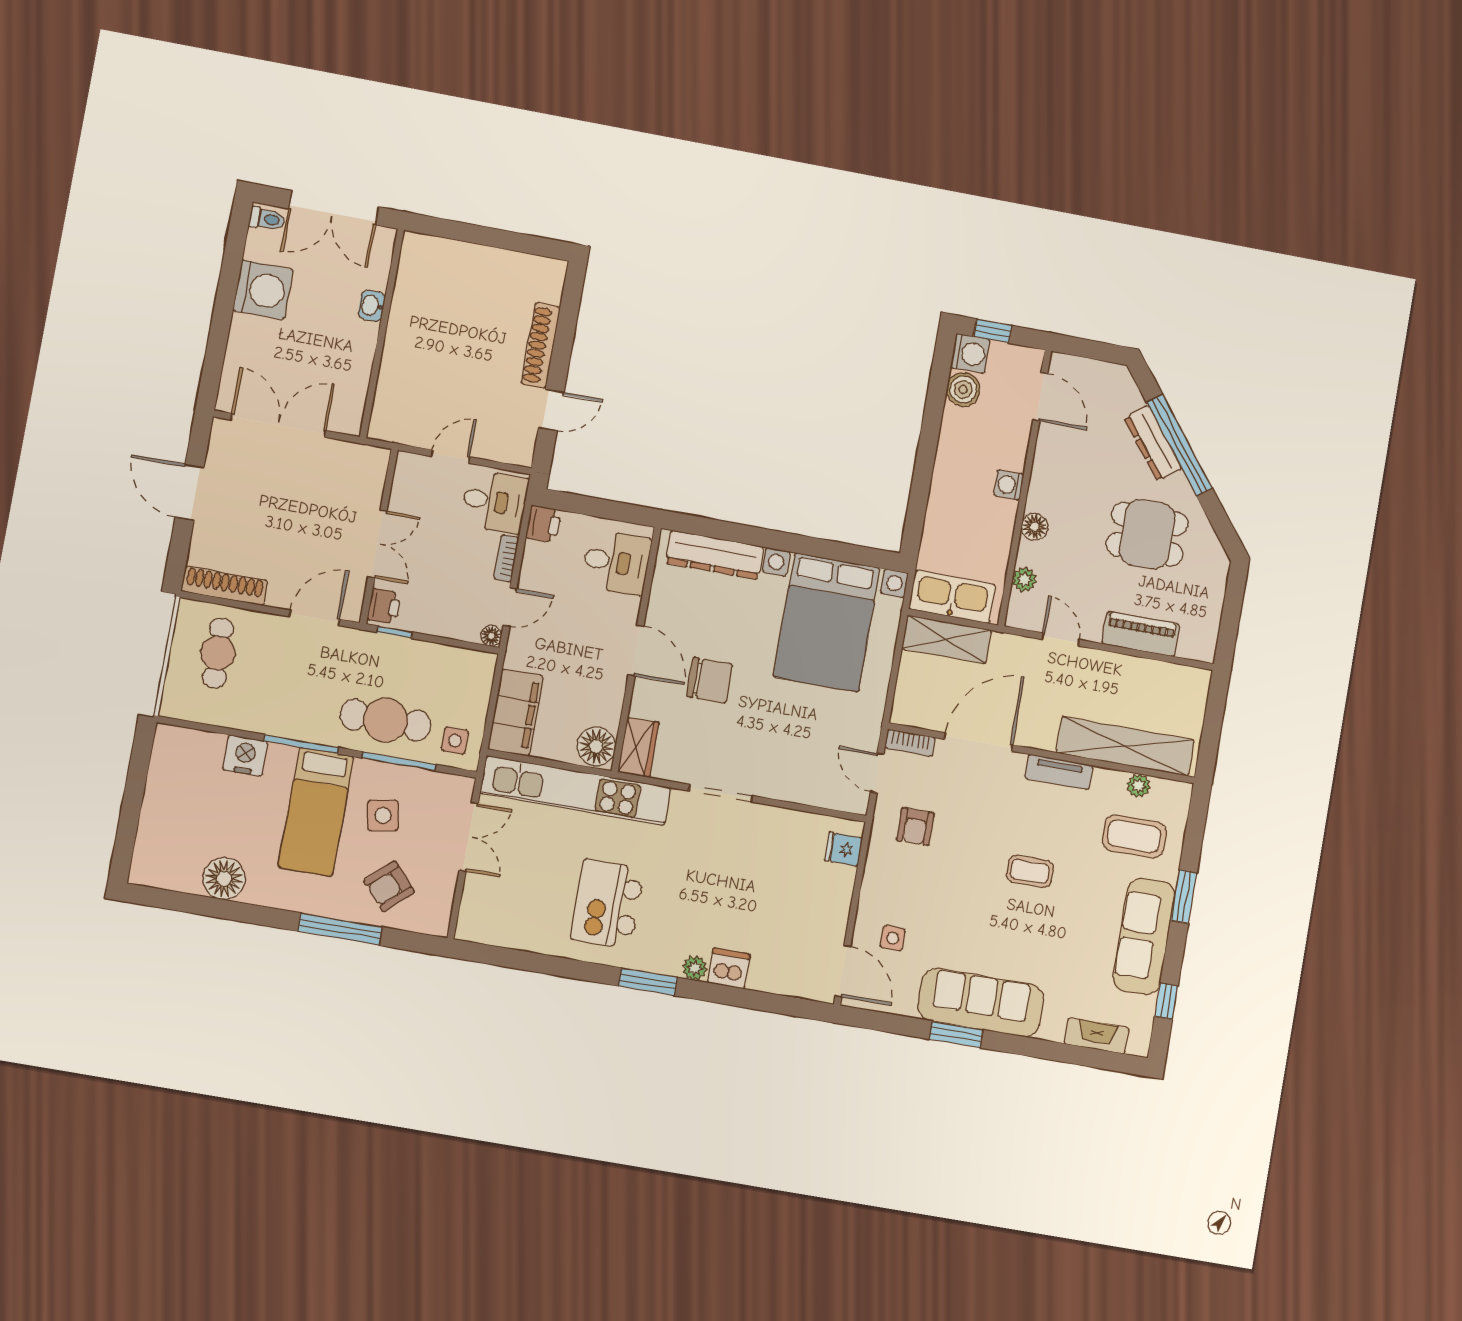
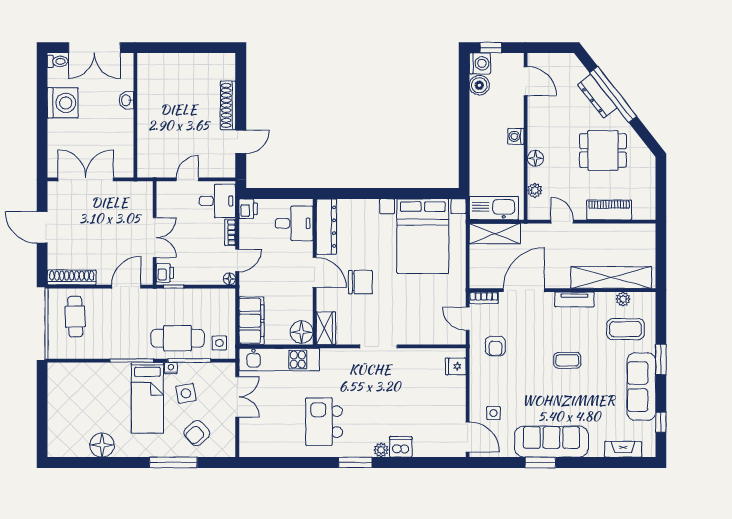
dresser: (715, 555) -> (326, 227), moved, turned -90
nightstand: (245, 756) -> (171, 368), moved, width x0.53, depth x0.56
kitchen unit: (575, 790) -> (279, 360), width x0.73

